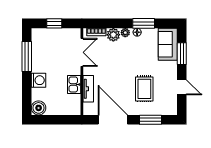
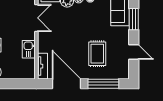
tv unit: (88, 89) -> (42, 66), moved
window: (151, 120) -> (103, 84), width x1.44

